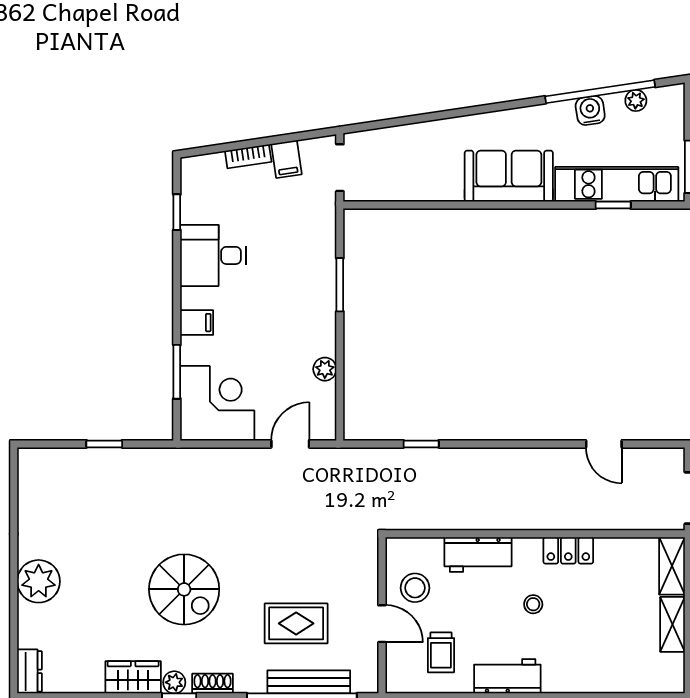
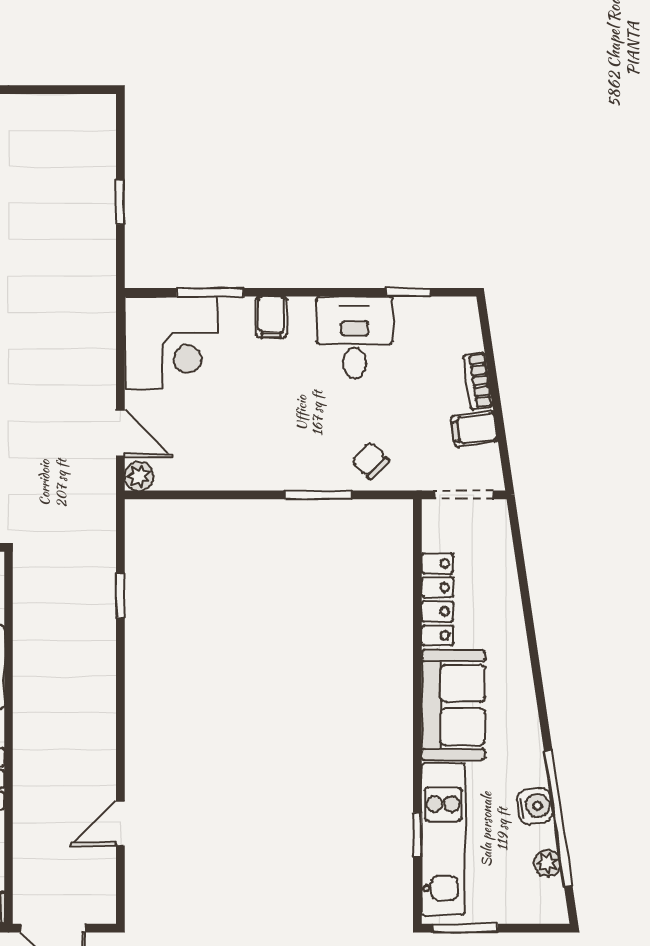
locker: (424, 189) -> (437, 599), added
chair: (312, 243) -> (370, 461), added
plant: (325, 369) -> (139, 476), moved

